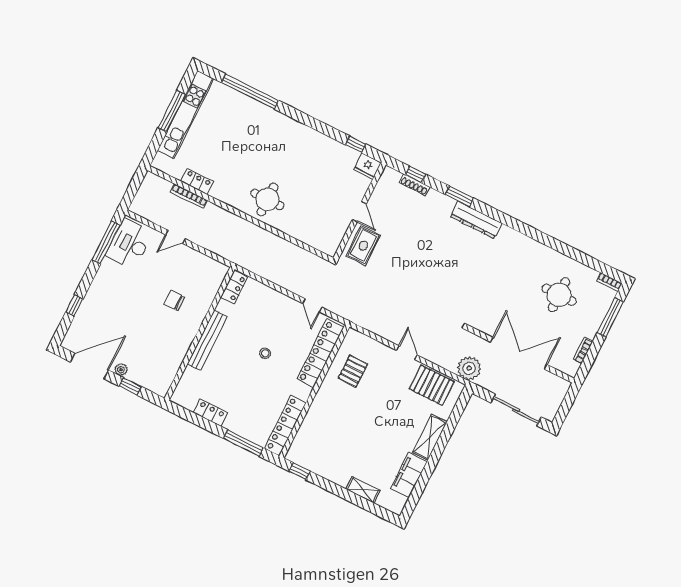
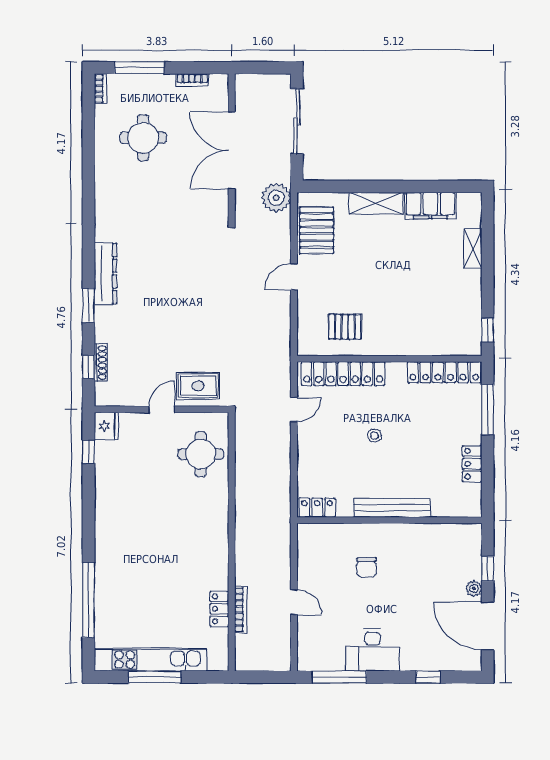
round table: (267, 199) -> (201, 454), moved
desk: (129, 244) -> (372, 650), moved

